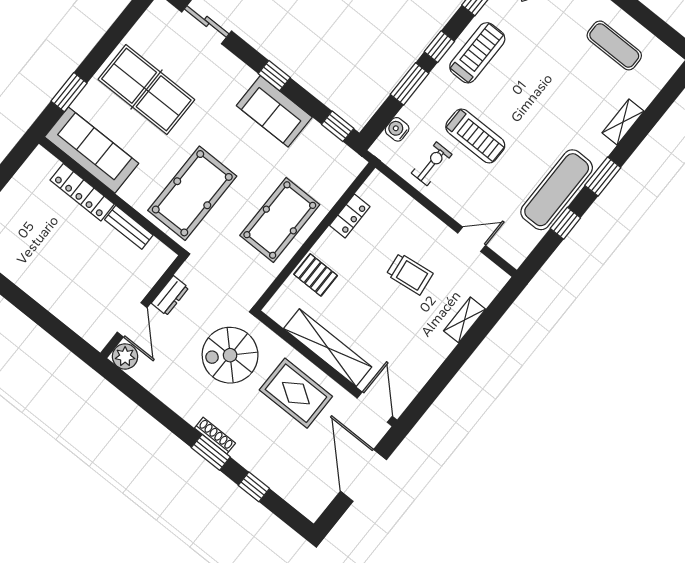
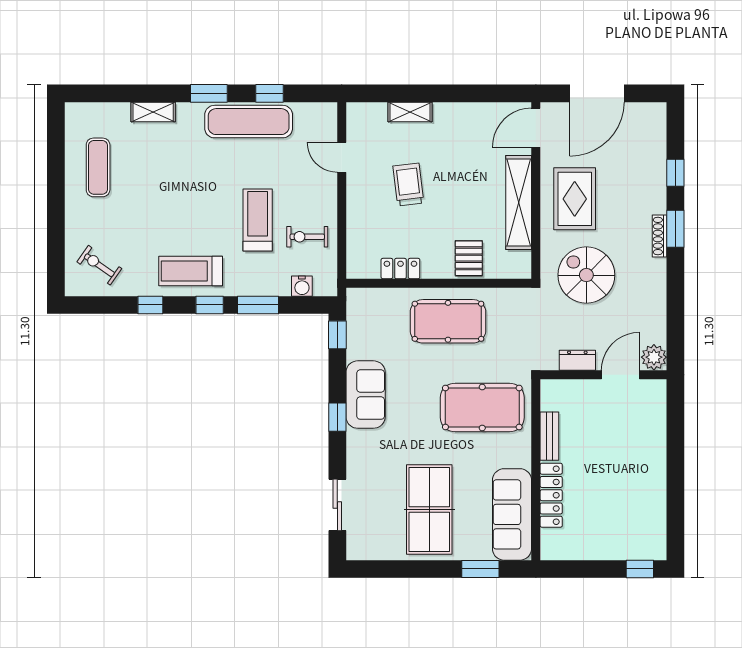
spiral stairs: (230, 355) -> (586, 275), turned 180

